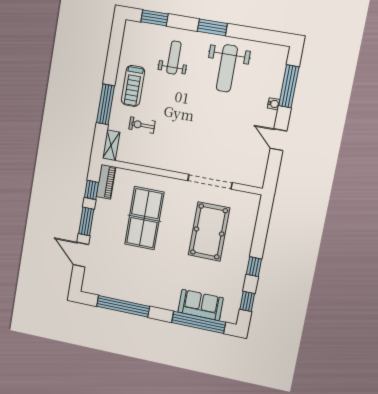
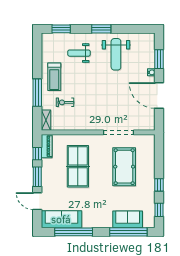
weight bench: (174, 58) -> (79, 53), turned -90
window: (289, 86) -> (159, 59), width x0.69
door: (278, 140) -> (159, 96), width x1.88
sofa: (110, 286) -> (61, 219), added

